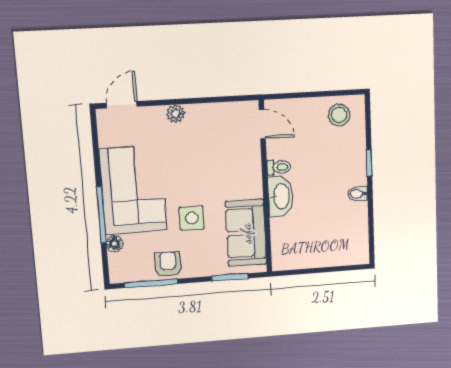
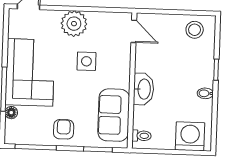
plant: (176, 114) -> (74, 24), width x1.87, depth x1.87
toilet: (279, 167) -> (142, 136), moved
side table: (192, 218) -> (86, 61), moved
washing machine: (343, 249) -> (190, 136), added
armchair: (168, 264) -> (64, 129), moved

